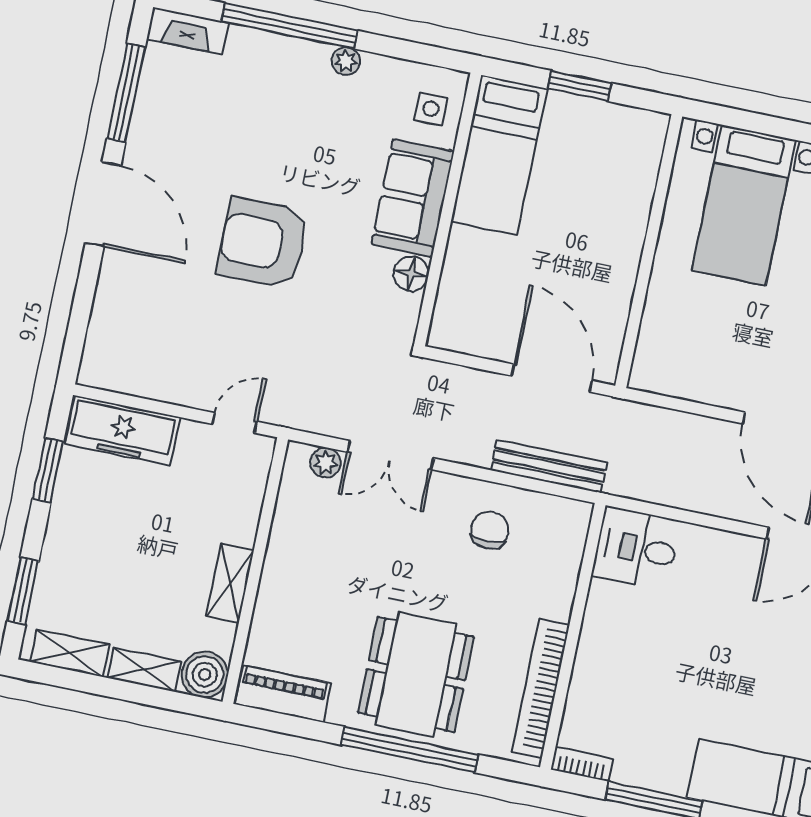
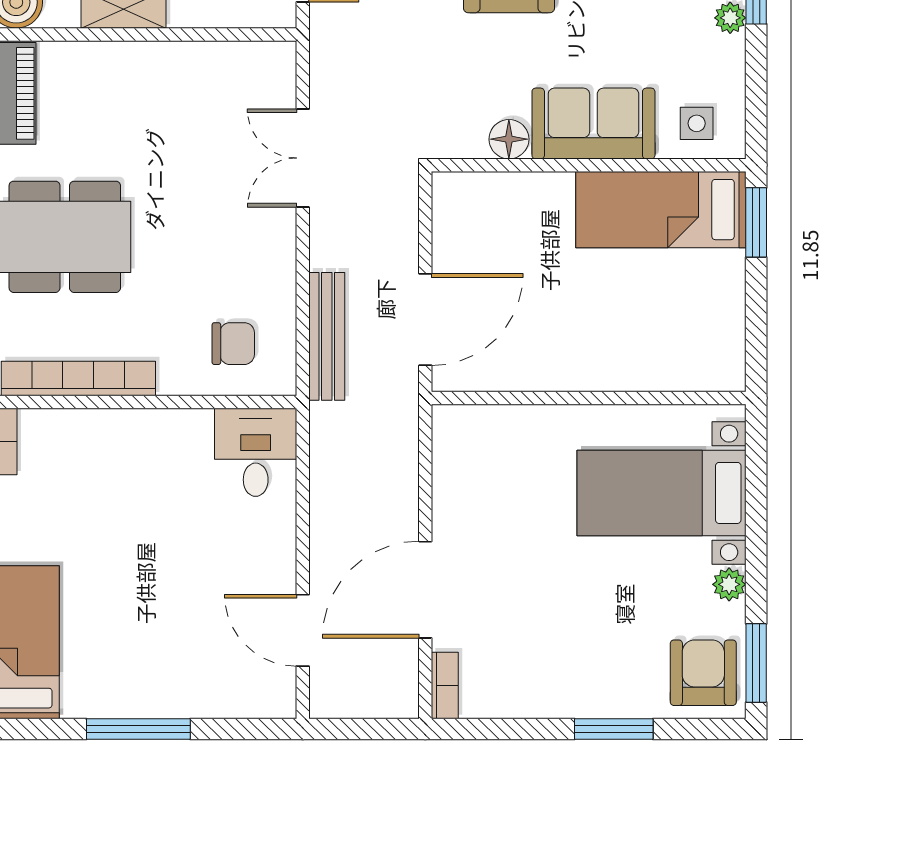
window: (579, 86) -> (756, 222), moved
plant: (326, 463) -> (279, 88), removed
chair: (490, 530) -> (233, 344), moved

